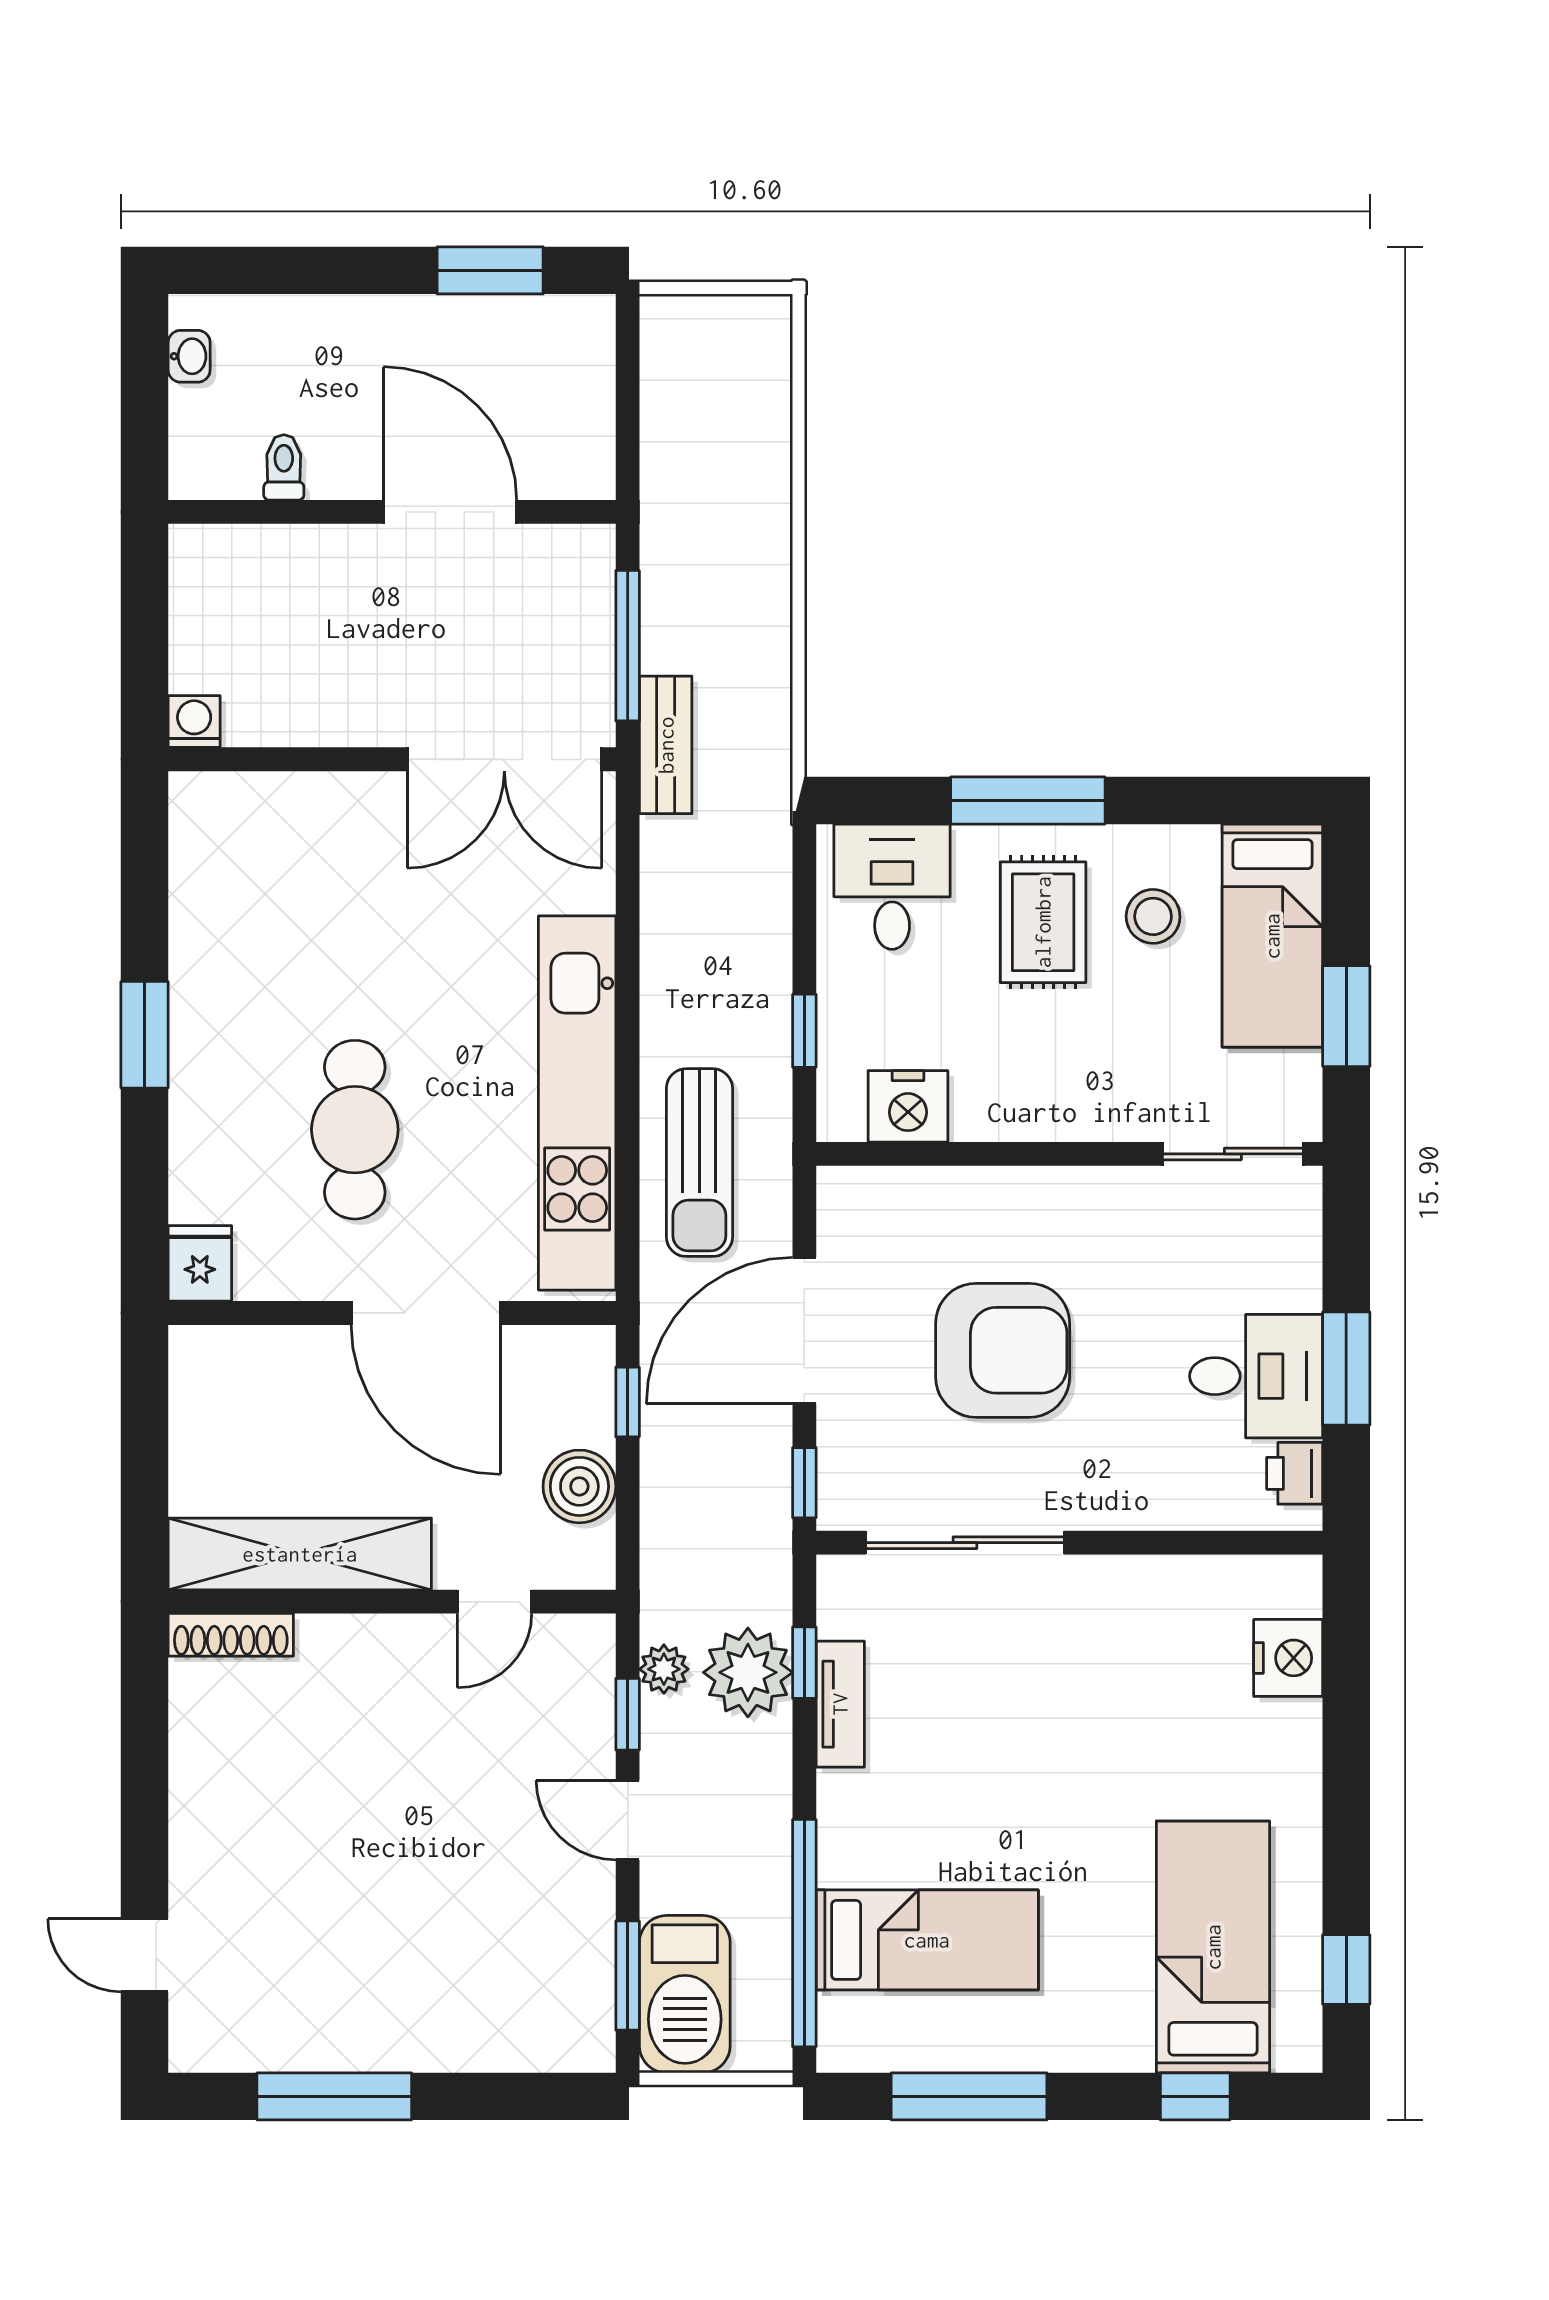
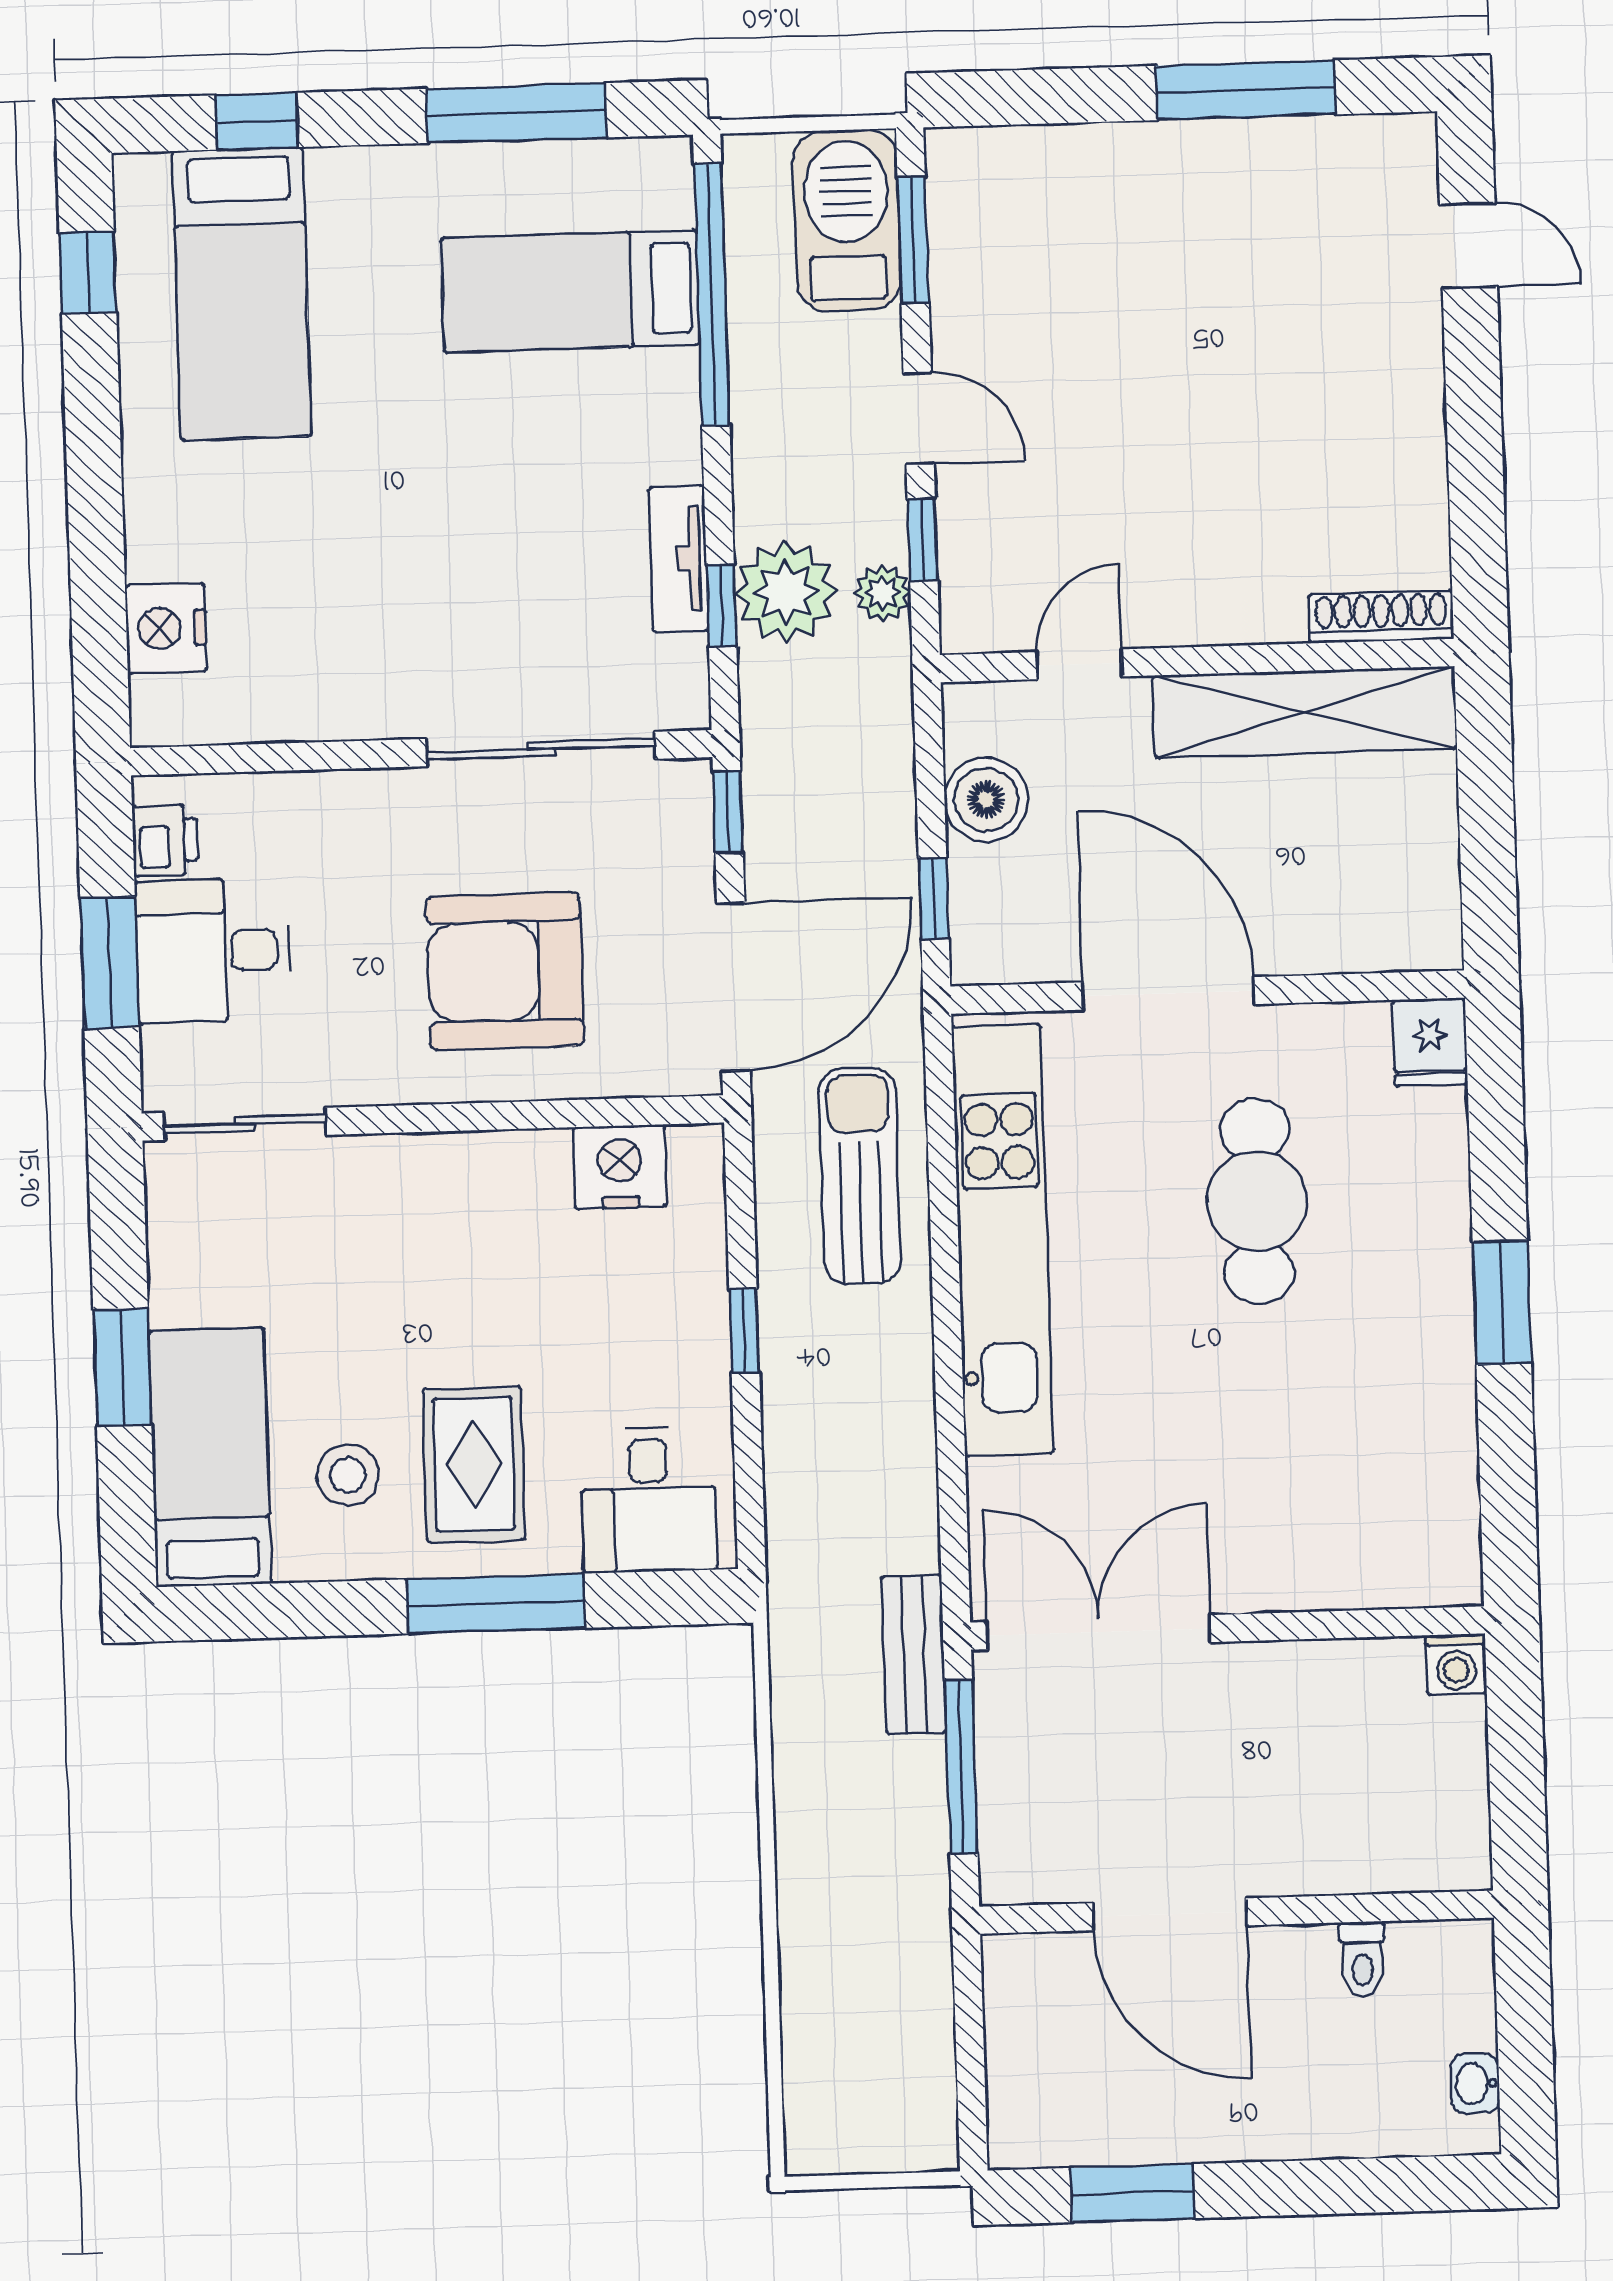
nightstand: (908, 1106) -> (620, 1167), moved
wall: (1069, 1154) -> (433, 1118), moved
sliding door: (1233, 1154) -> (245, 1124), moved

